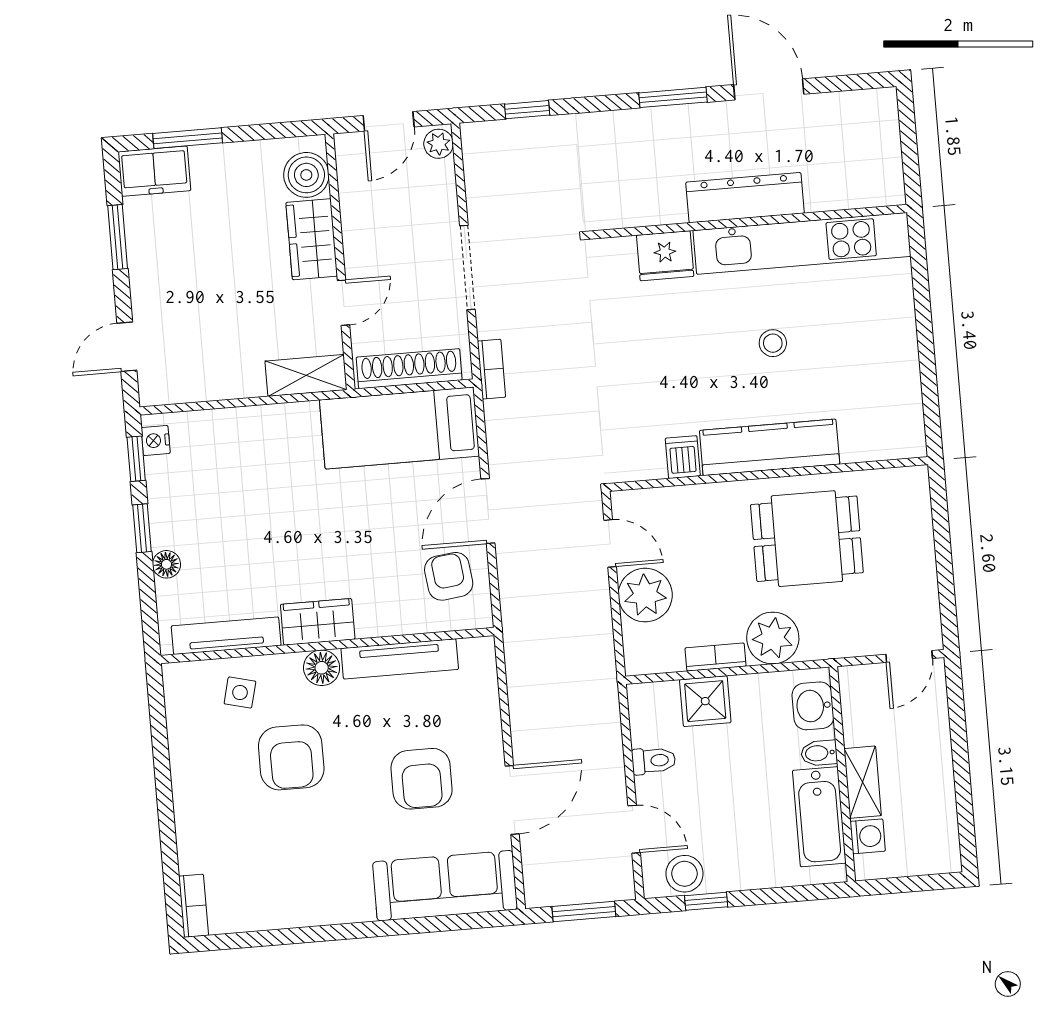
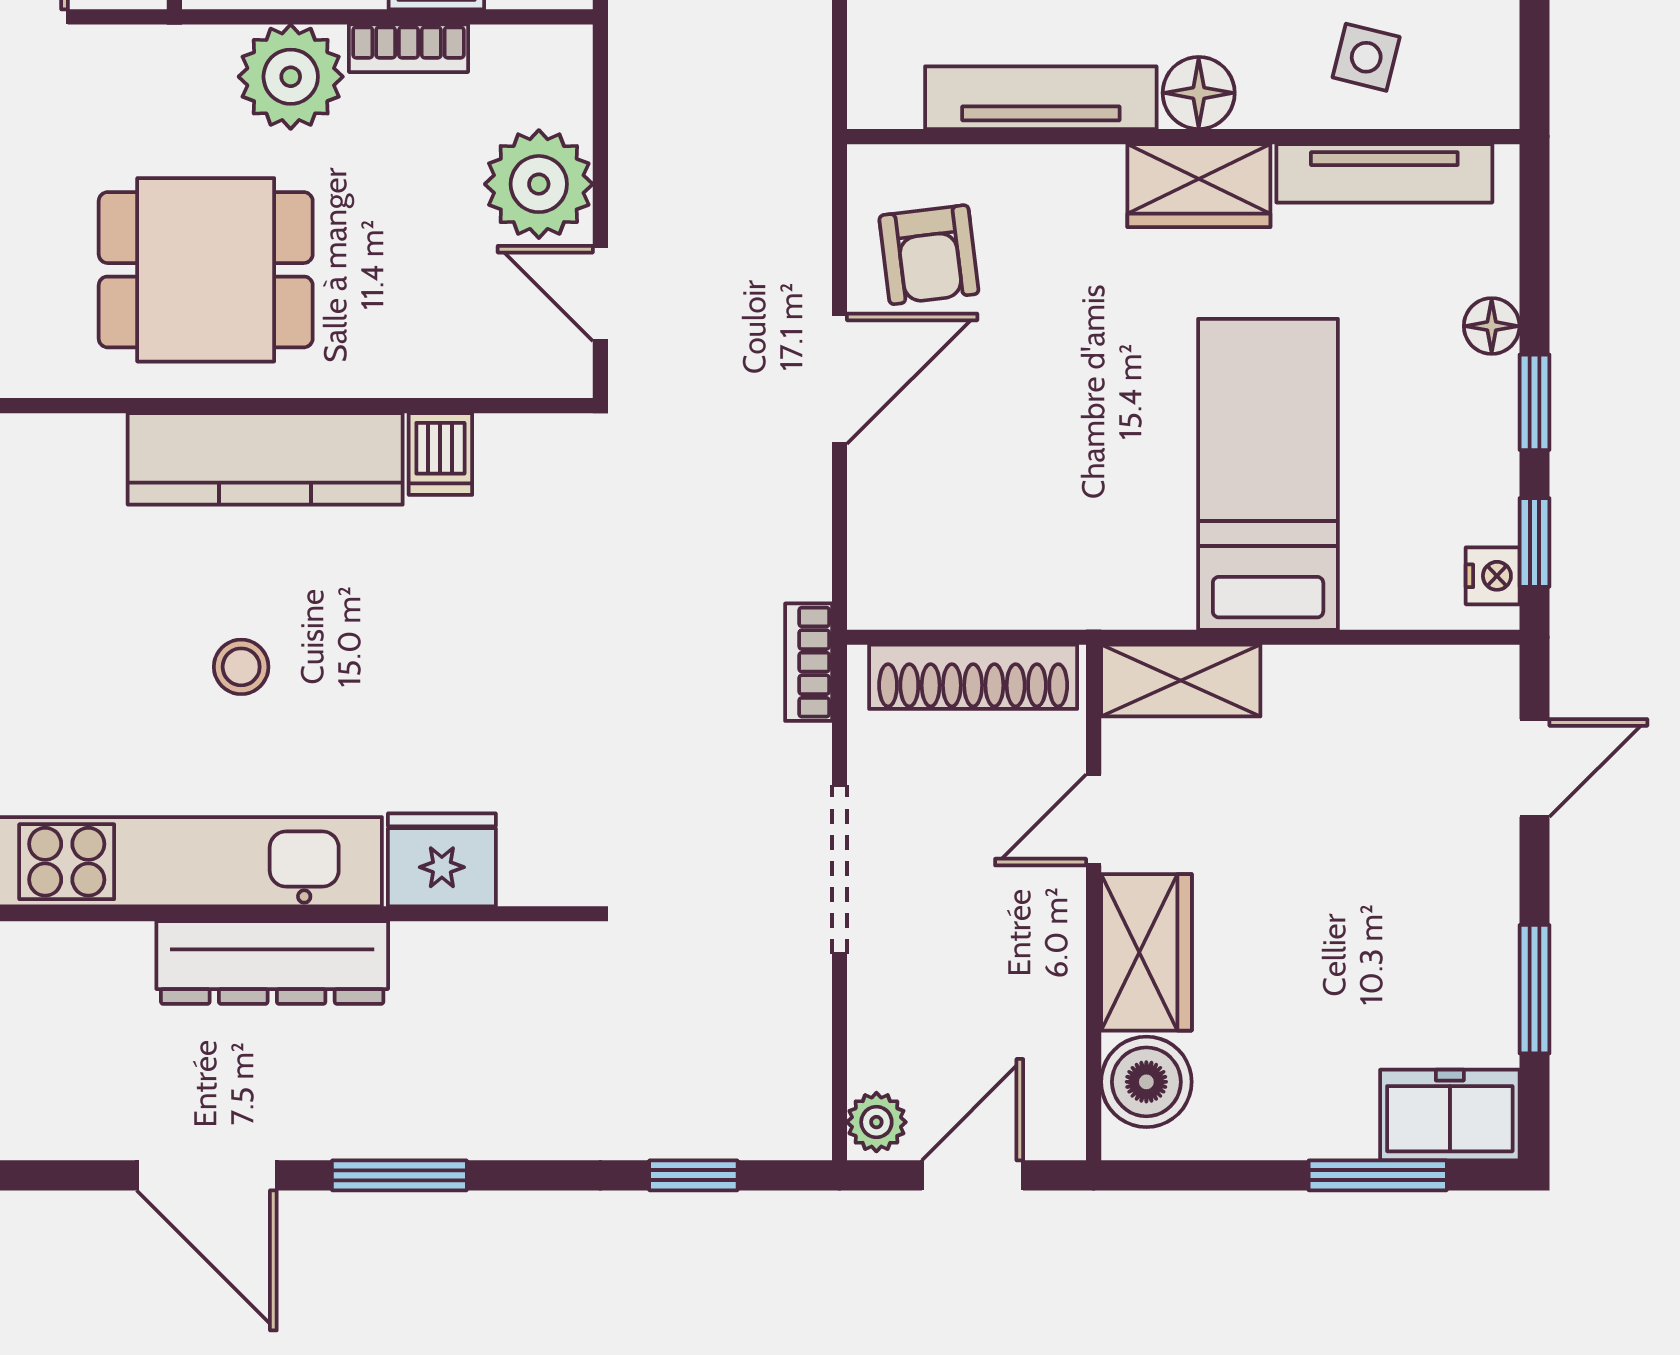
bed: (400, 428) -> (1268, 474), moved, turned -90

